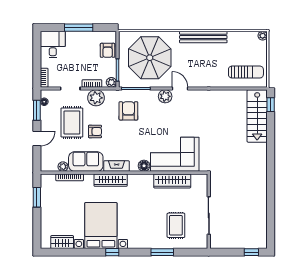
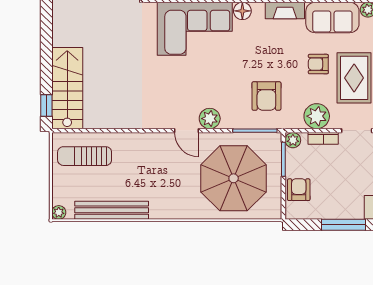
bench: (203, 37) -> (112, 210), moved

